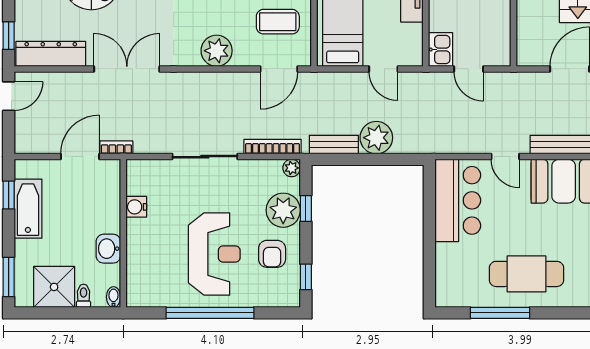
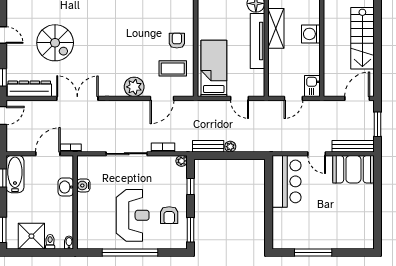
kitchen sink: (441, 50) -> (312, 86), moved, turned 180
door: (279, 69) -> (162, 98), moved
door: (469, 69) -> (293, 98), hinge flipped
plant: (376, 138) -> (230, 147), width x0.53, depth x0.53
bookcase: (273, 147) -> (163, 147), width x0.64
bathtub: (28, 209) -> (15, 174), moved
plant: (283, 210) -> (176, 188), removed
washbasin: (108, 249) -> (66, 187), moved
cafe table: (526, 274) -> (330, 228), removed
window: (306, 277) -> (191, 230), width x1.50

